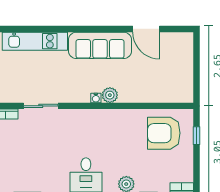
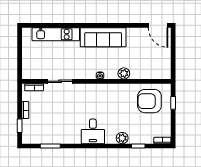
door: (146, 29) -> (158, 25), moved
plant: (110, 95) -> (124, 73), moved

